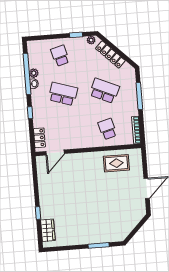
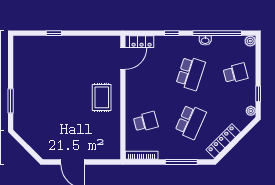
locker: (110, 55) -> (223, 141), moved
plant: (34, 73) -> (250, 41), moved
door: (55, 153) -> (123, 59), swing flipped
rug: (116, 163) -> (102, 97), moved
wardrobe: (48, 230) -> (33, 43), removed

